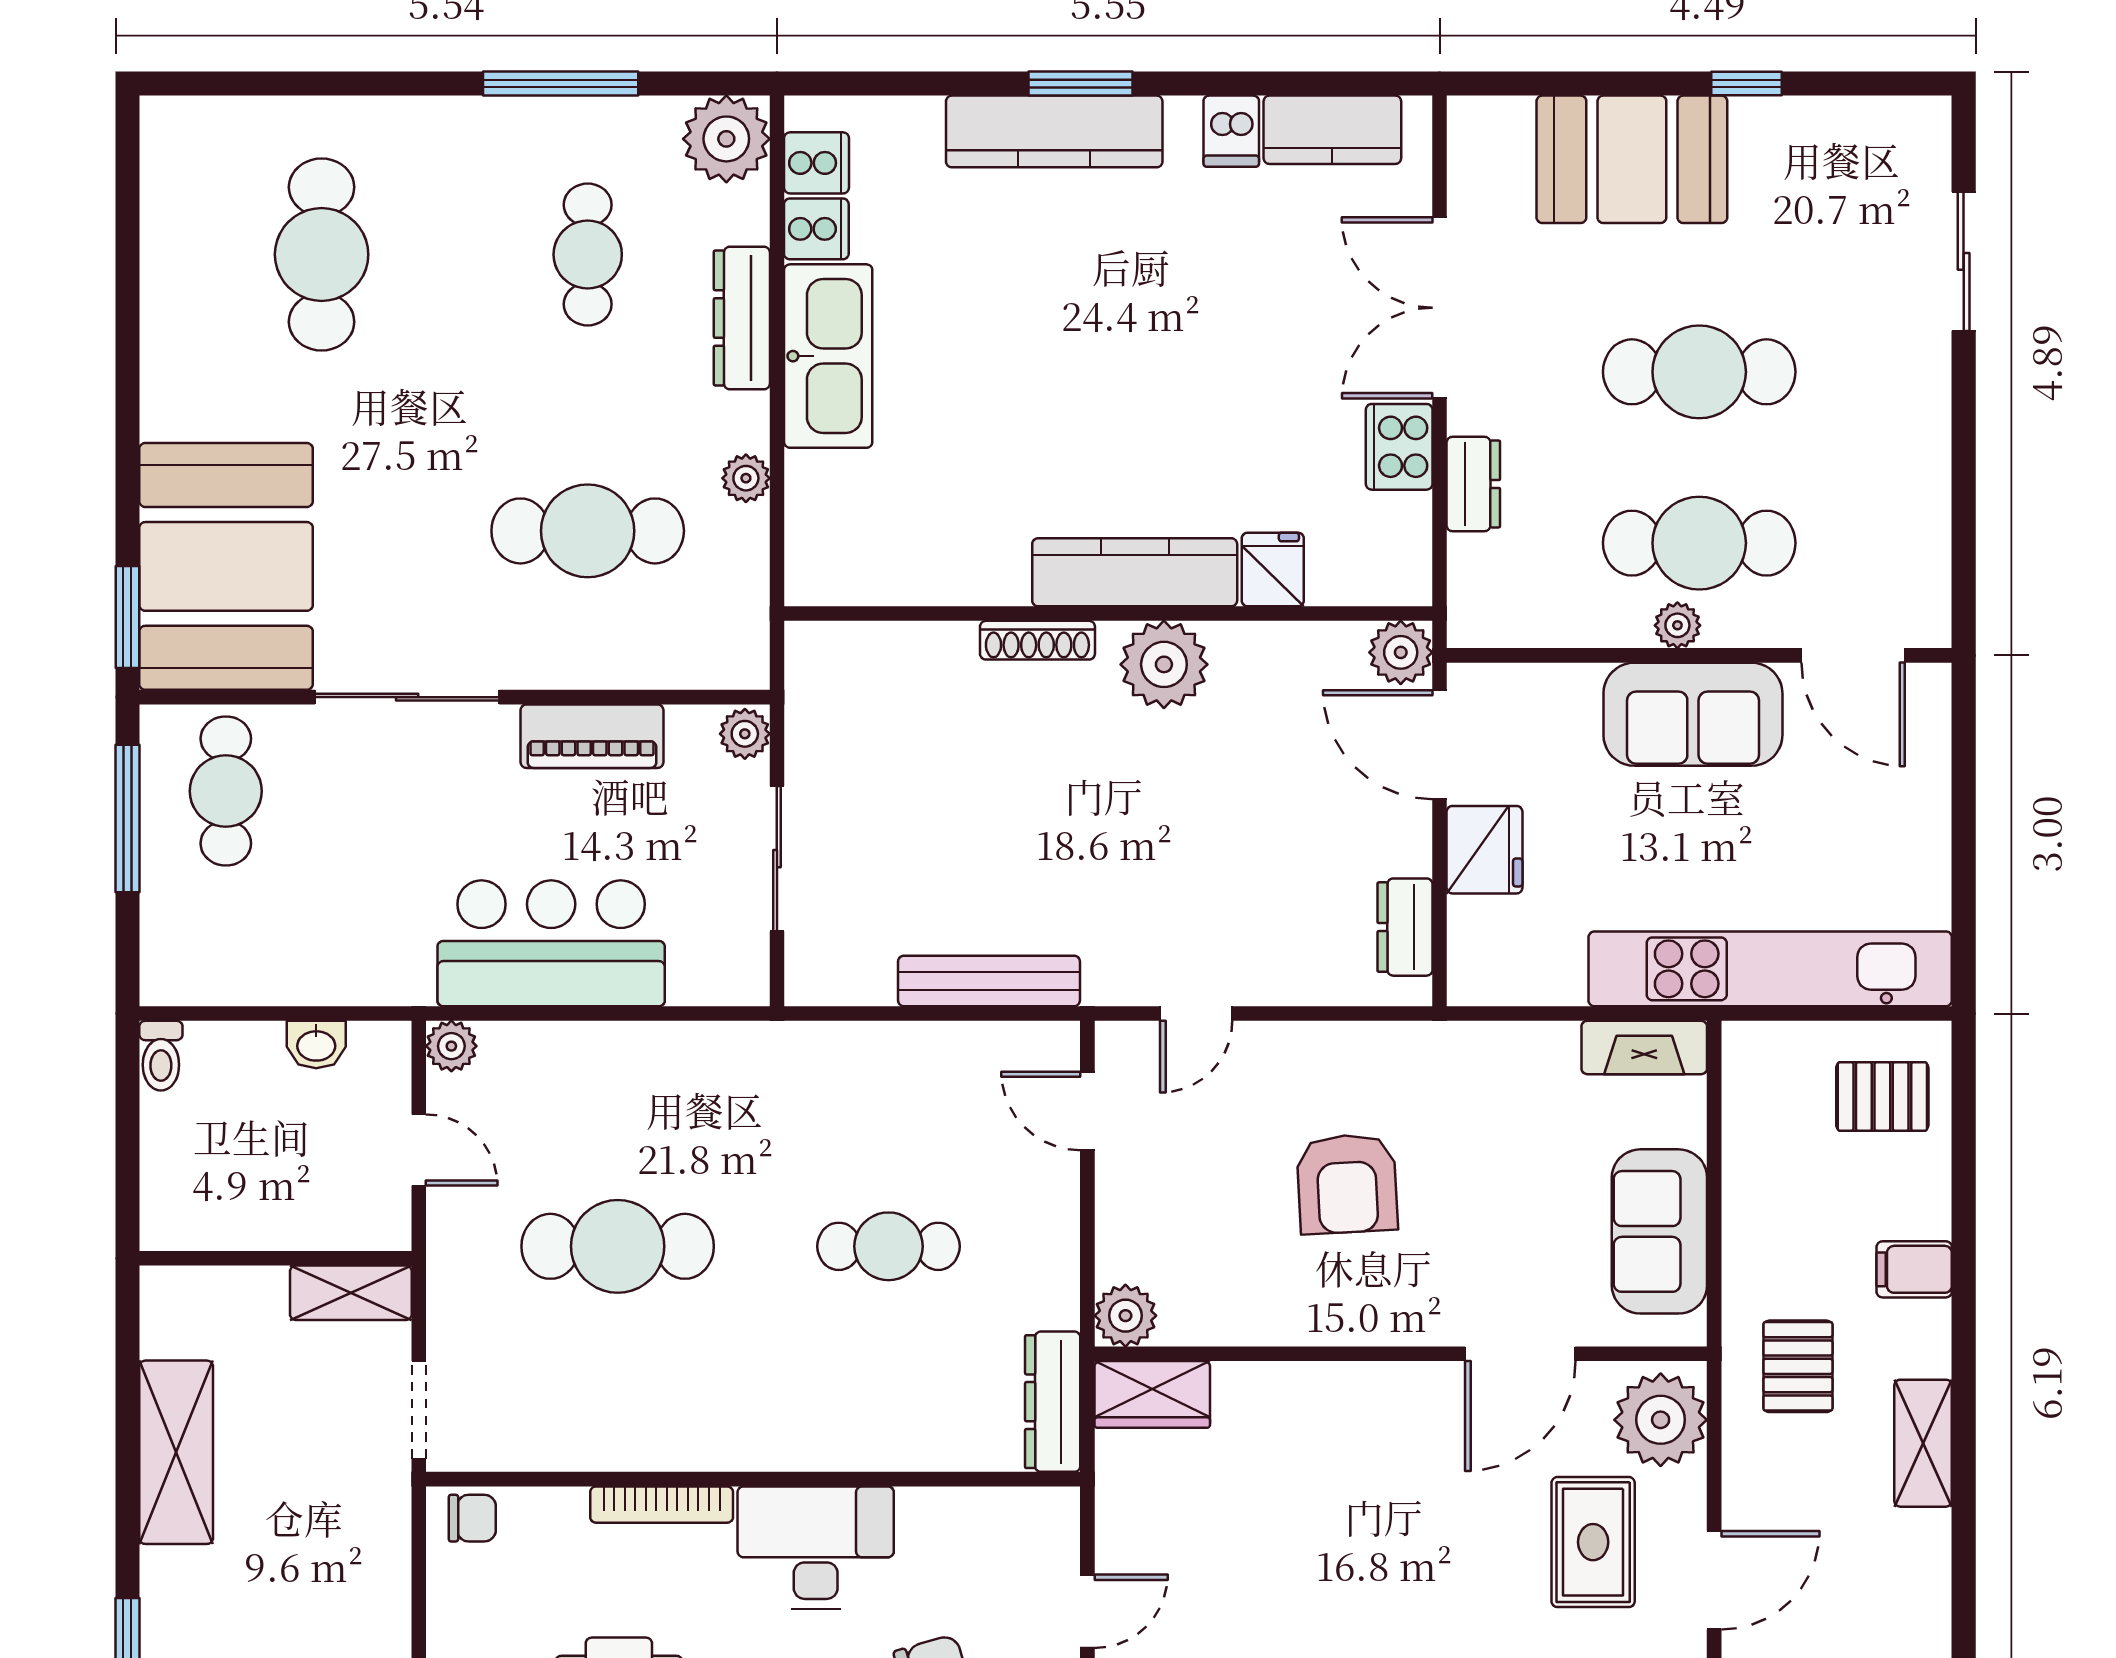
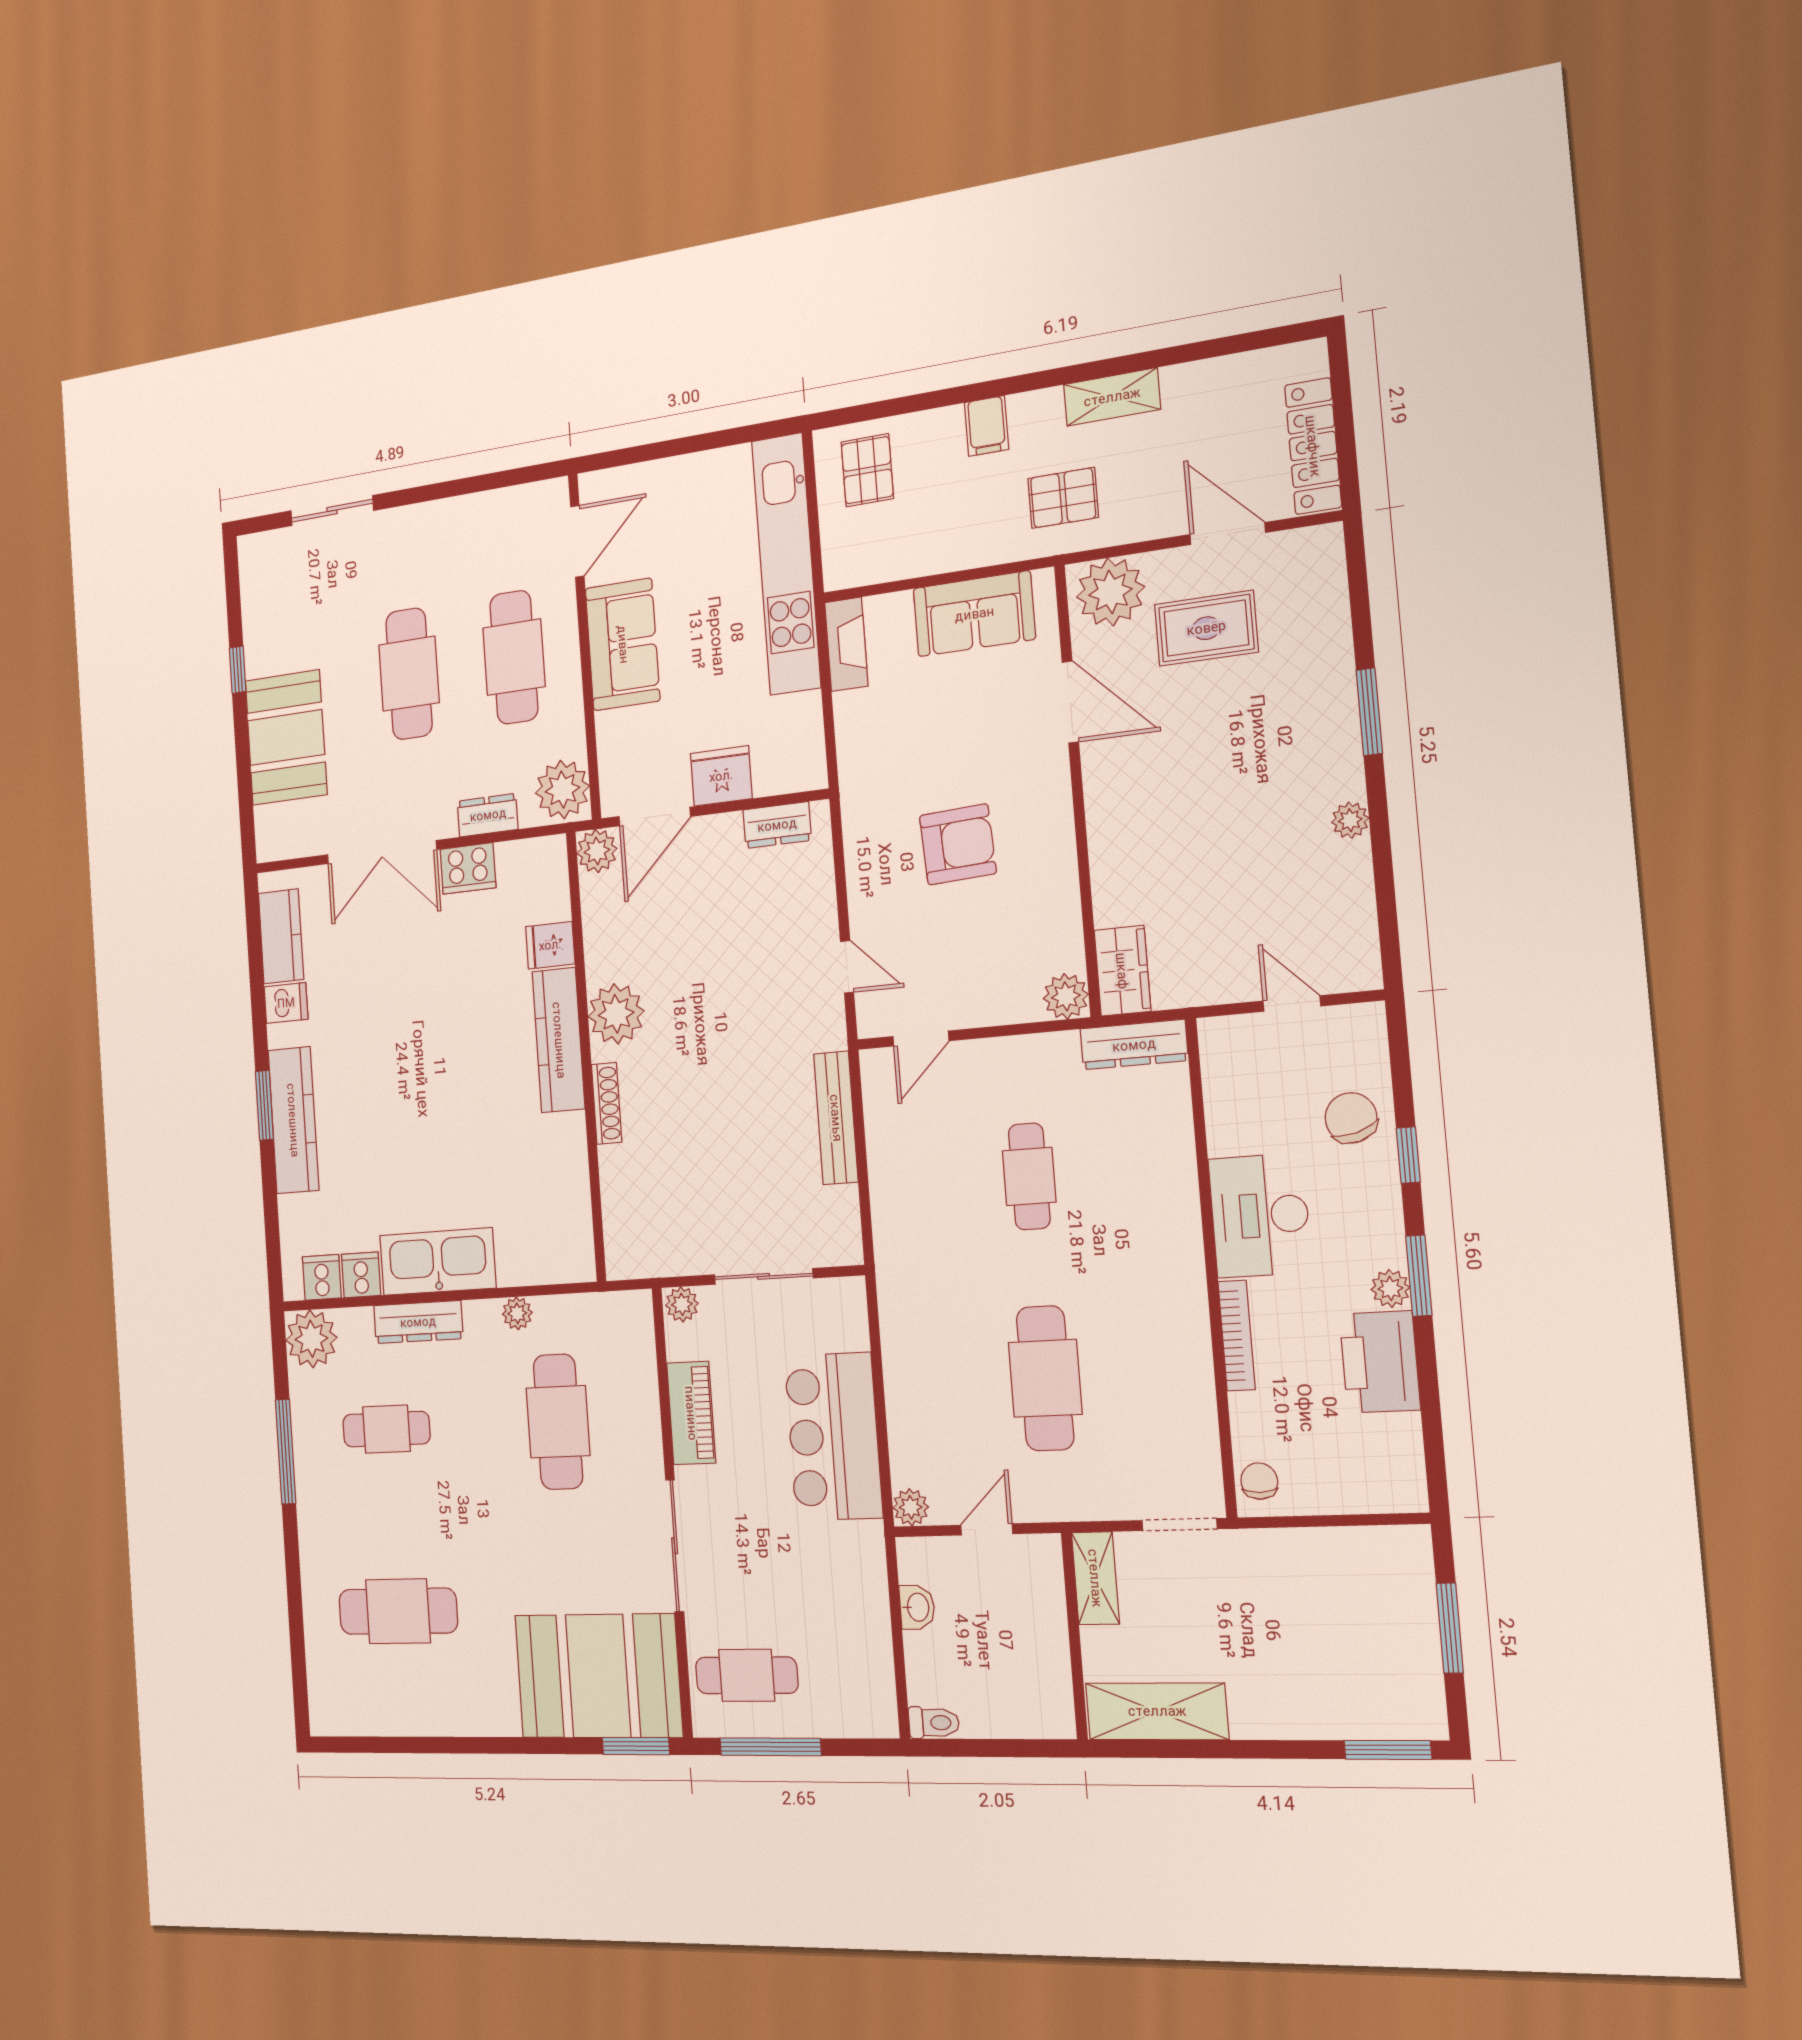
plant: (1677, 625) -> (562, 790), moved, width x1.87, depth x1.87
shelving: (176, 1452) -> (1157, 1711), moved

